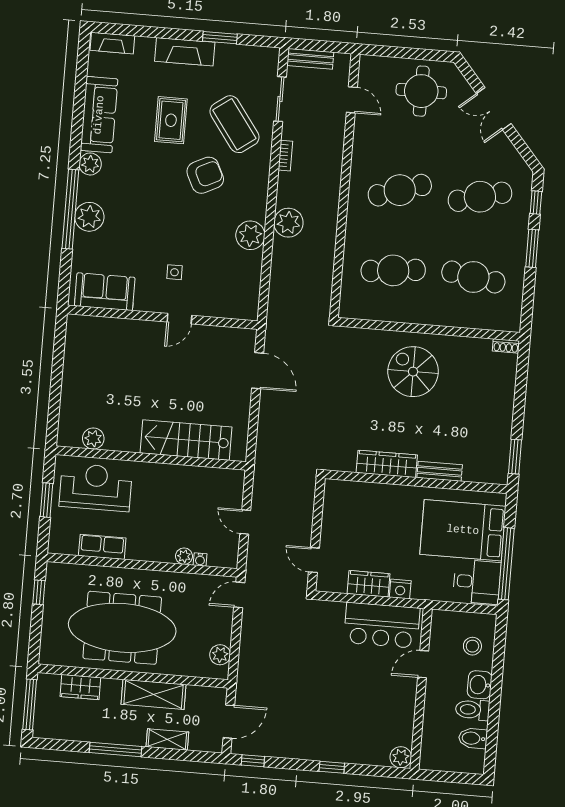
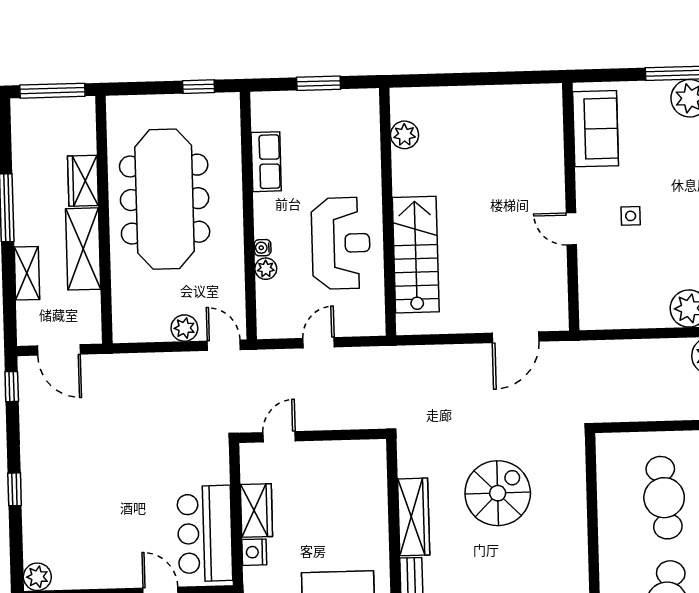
spiral stairs: (413, 372) -> (498, 493), moved
reception desk: (96, 487) -> (341, 243), moved
water cooler: (200, 559) -> (263, 248), moved
plant: (220, 655) -> (184, 328), moved
wardrobe: (80, 687) -> (83, 181), moved

